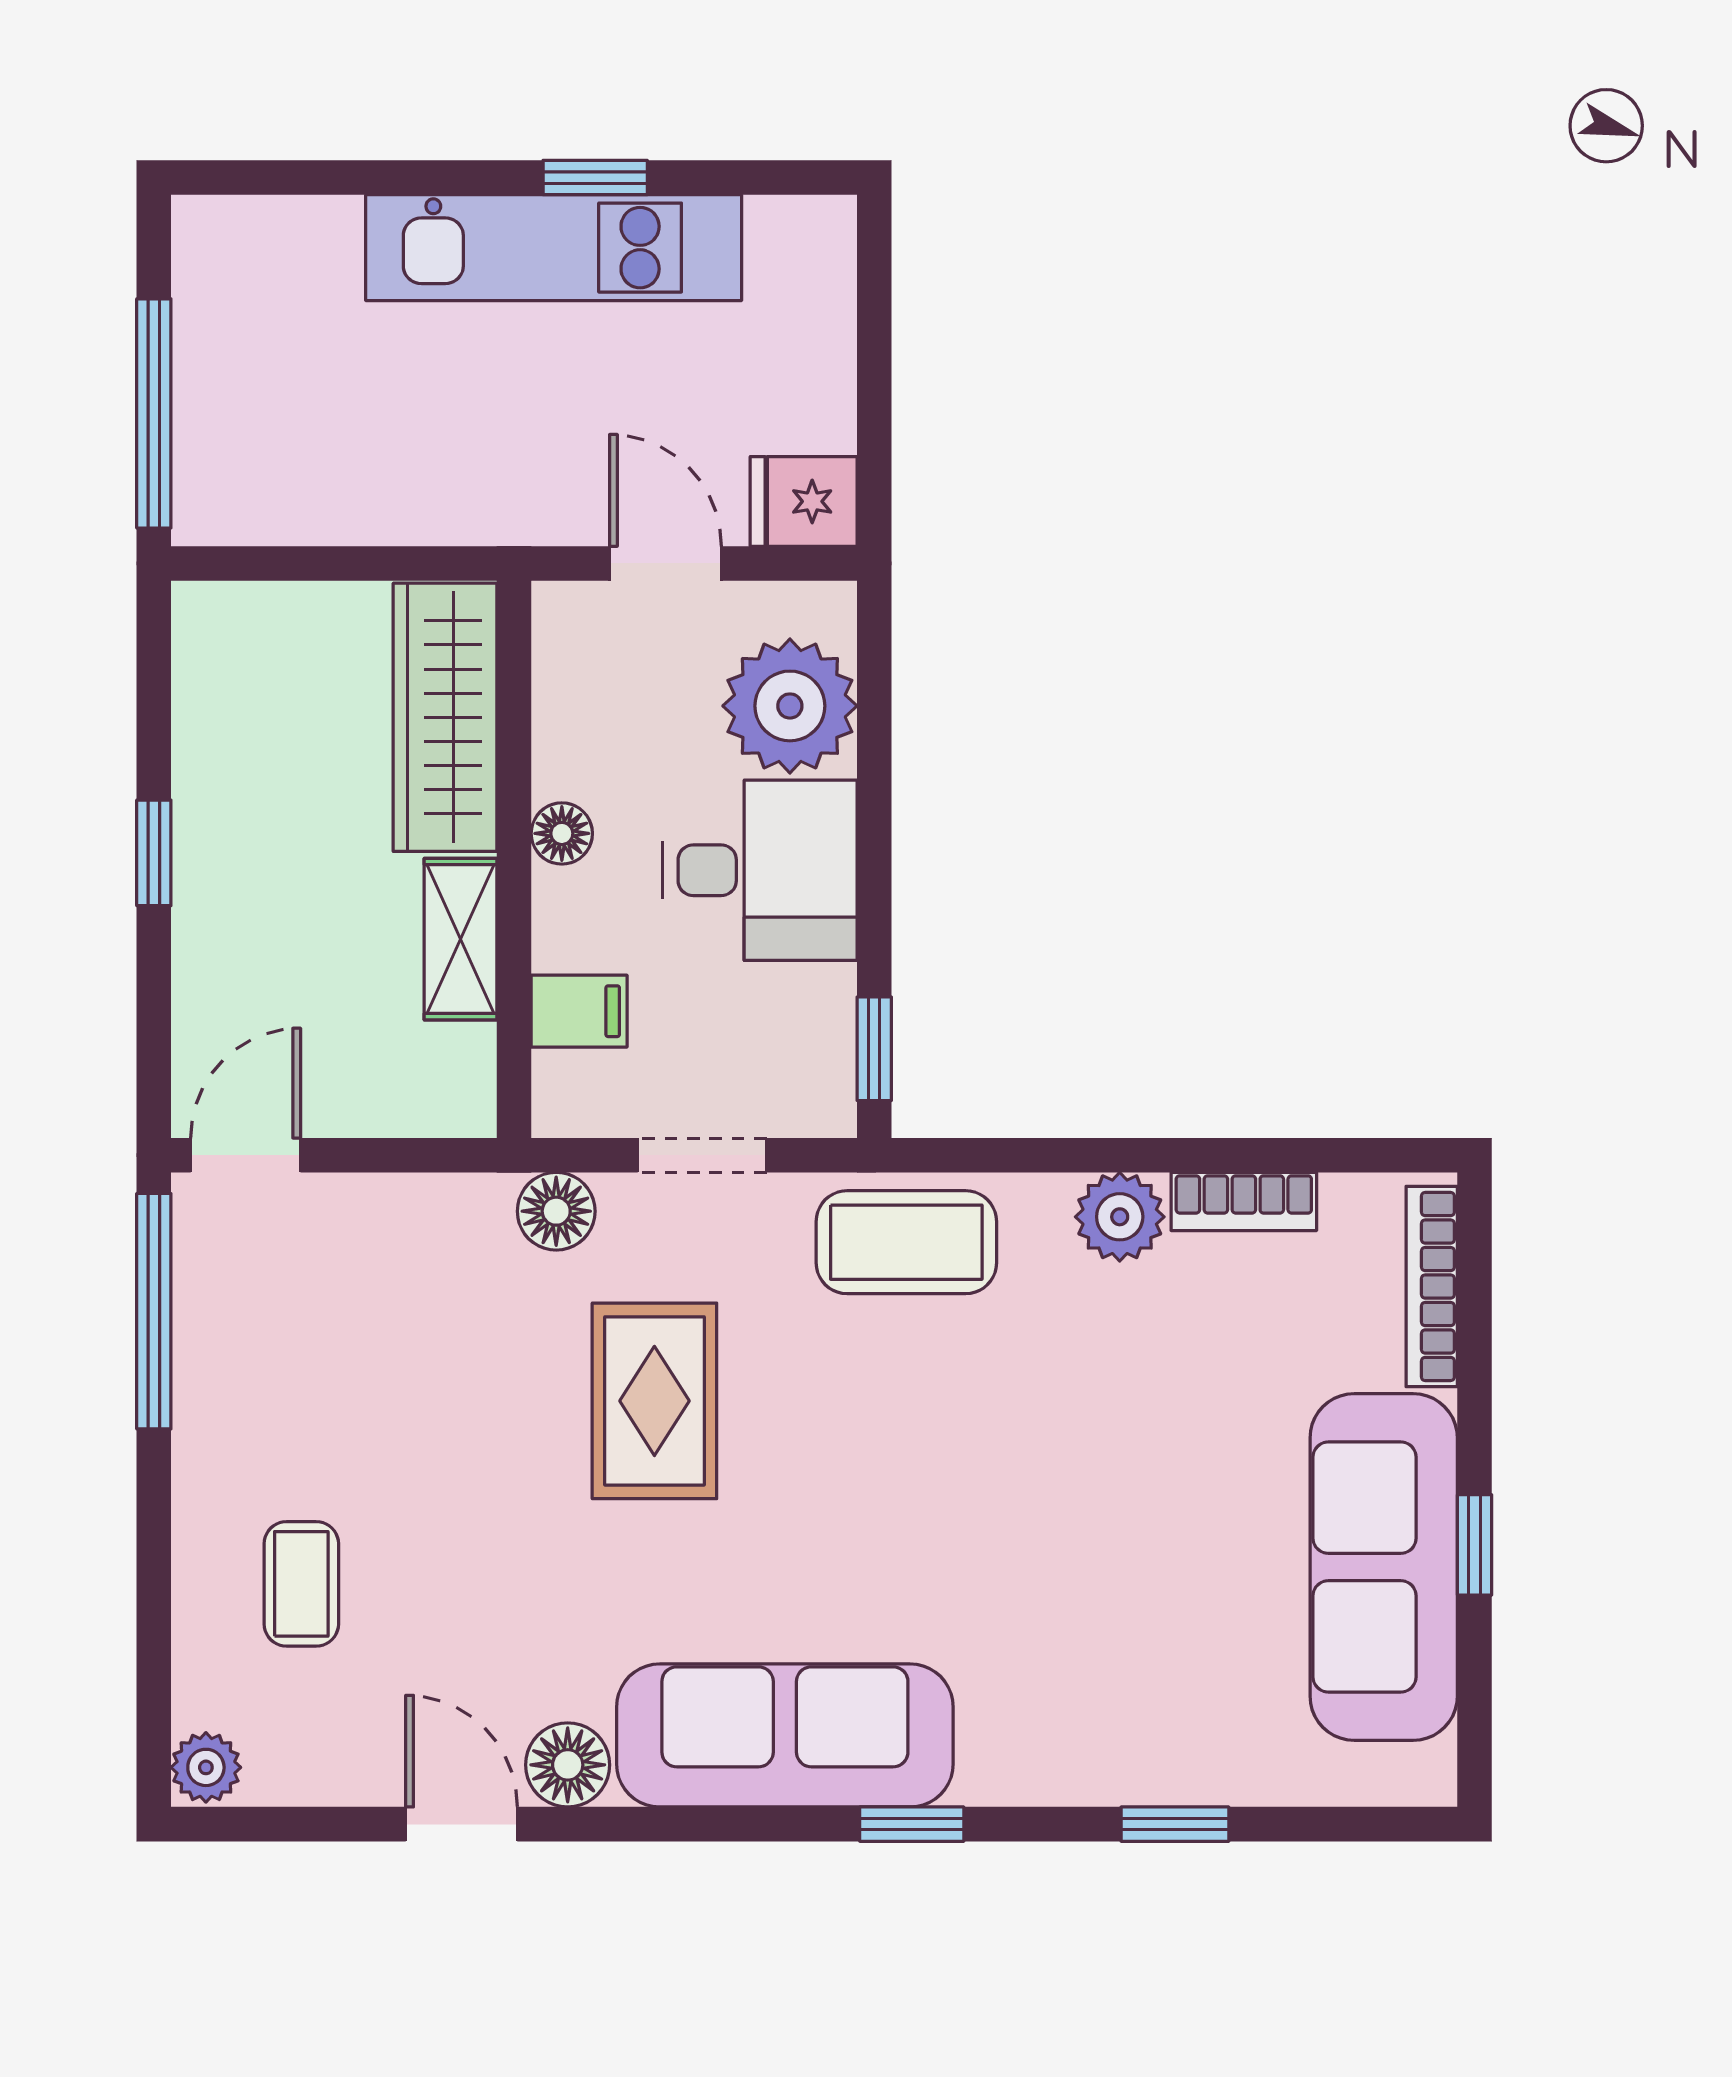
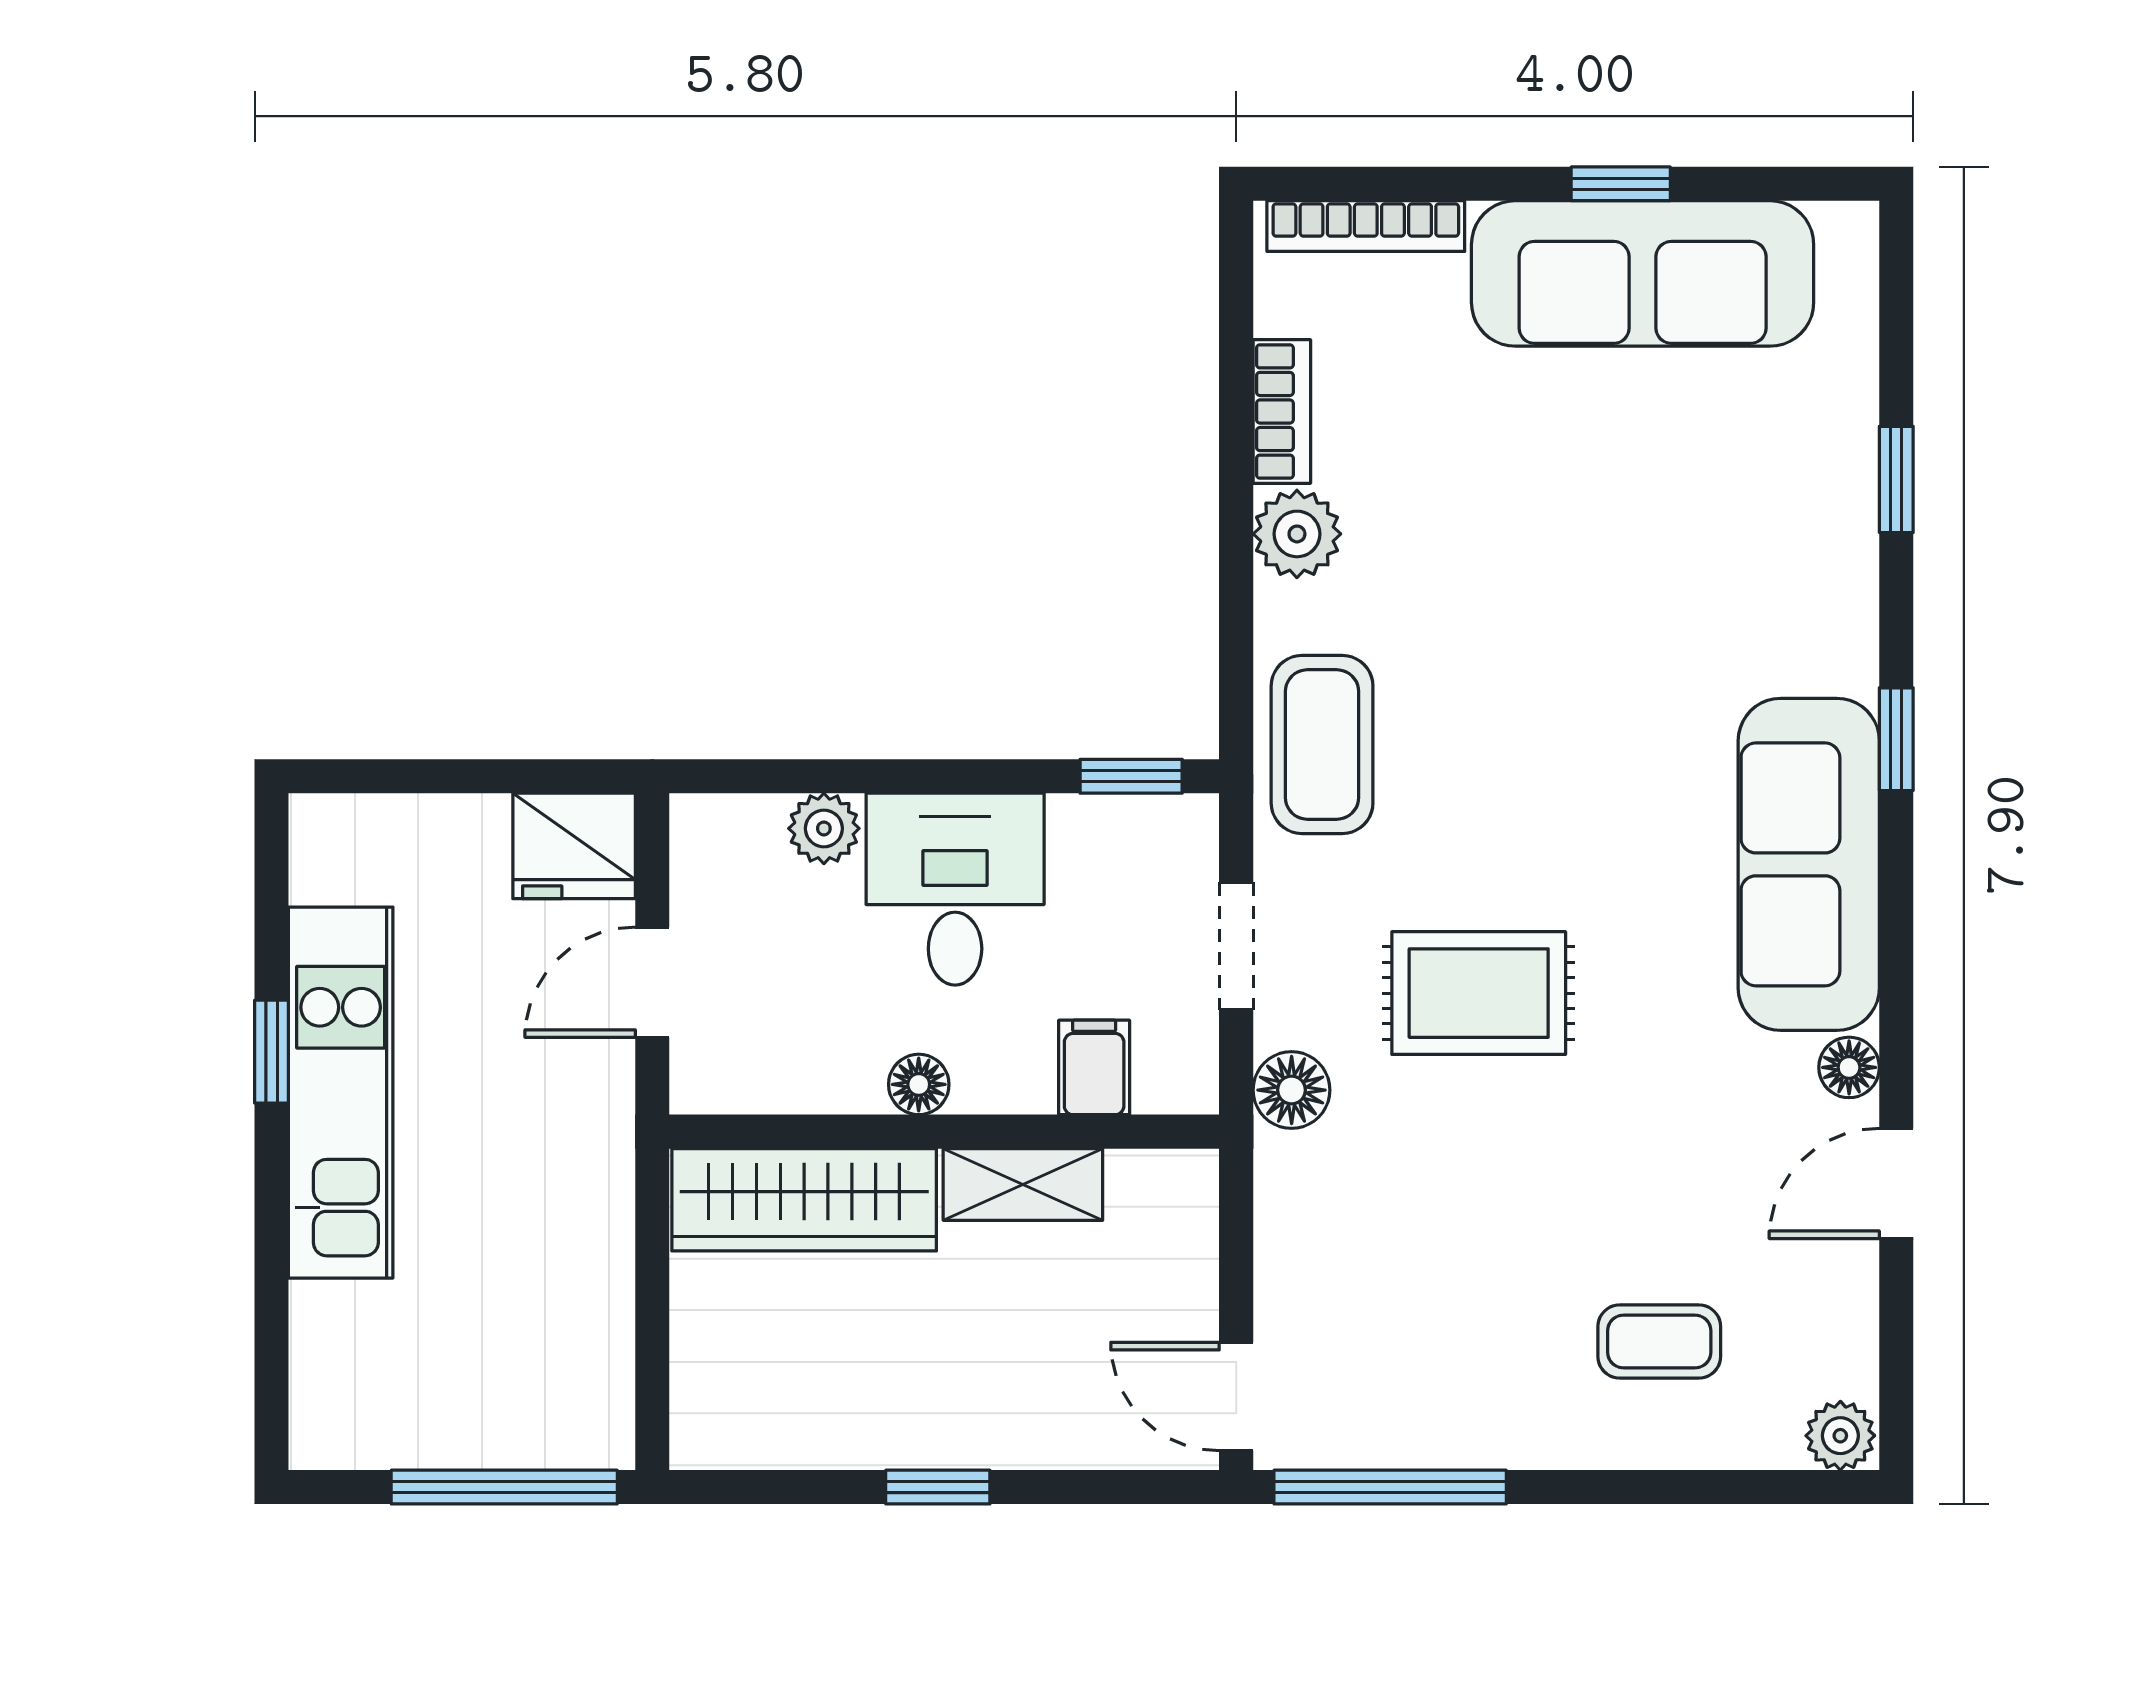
fridge: (804, 501) -> (574, 846), width x1.38
plant: (790, 706) -> (824, 828), width x0.53, depth x0.53
floor lamp: (568, 1765) -> (1849, 1067), width x0.73, depth x0.73

